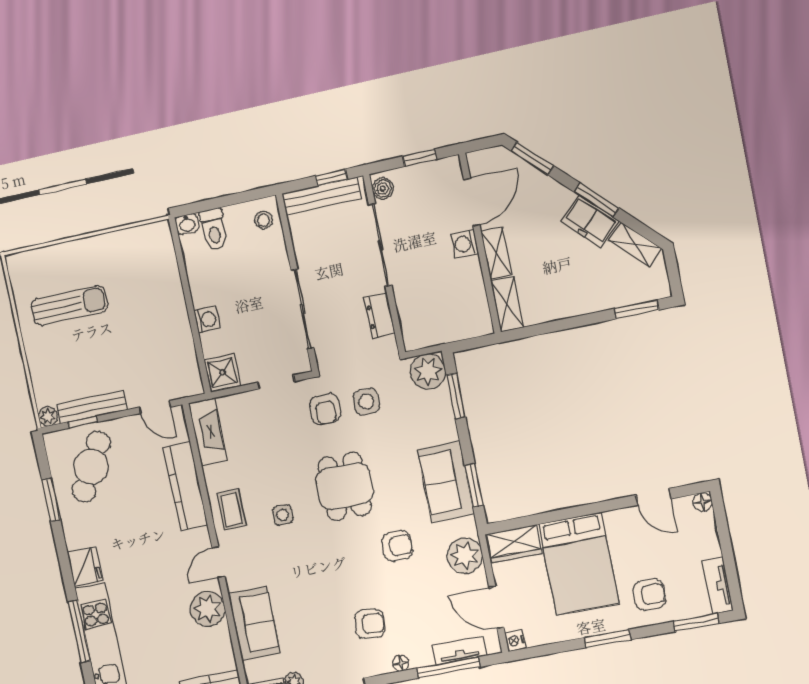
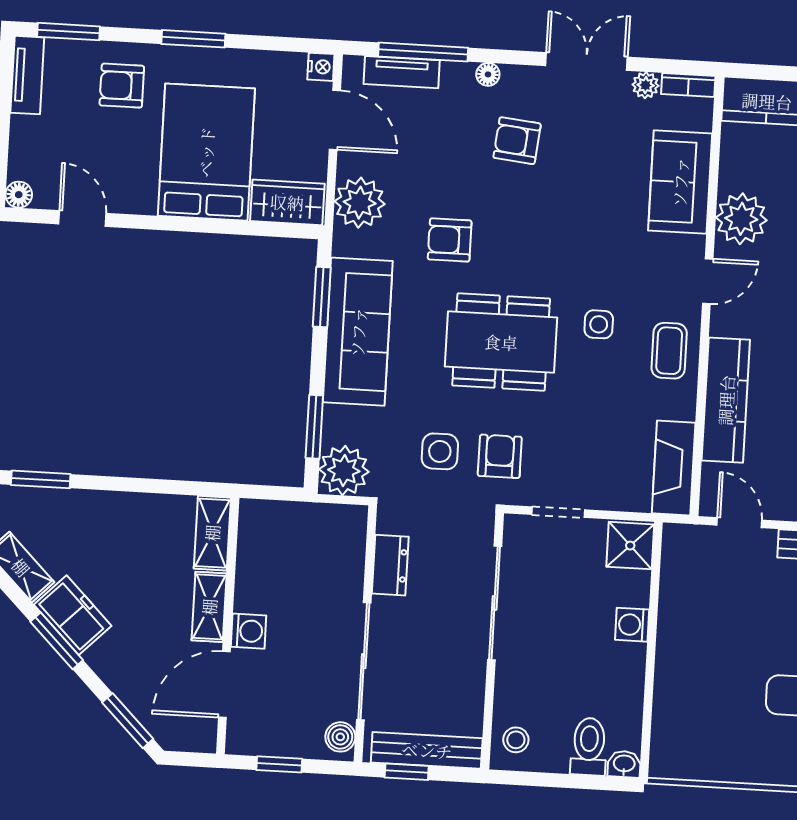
sofa: (446, 481) -> (358, 332), width x1.36
dining table: (345, 486) -> (501, 342), width x1.37

